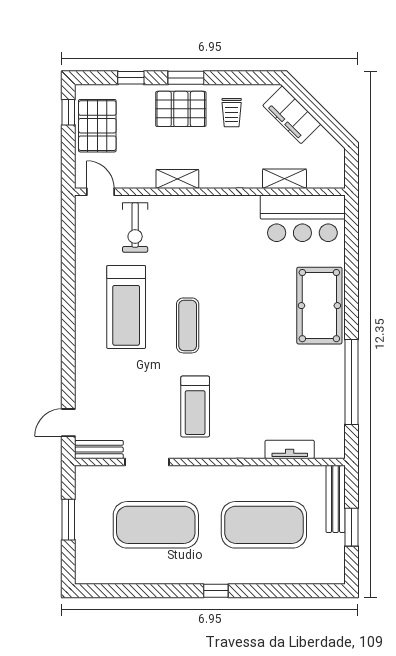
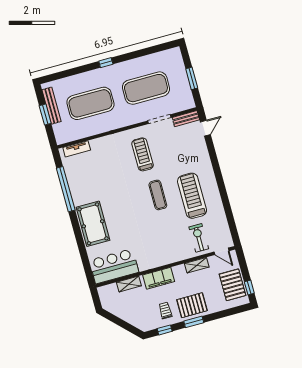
window: (131, 78) -> (165, 330), moved
filing cabinet: (292, 115) -> (159, 278), moved, turned 135
shelving: (177, 179) -> (197, 265), moved
tv unit: (290, 449) -> (77, 149), moved
bench: (336, 499) -> (51, 106), moved

